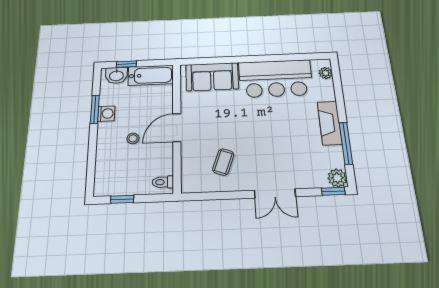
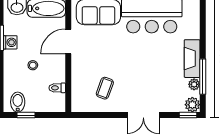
plant: (326, 73) -> (194, 84), moved
door: (177, 128) -> (68, 41), moved
toilet: (163, 182) -> (57, 88), moved
bidet: (112, 183) -> (18, 102), added

